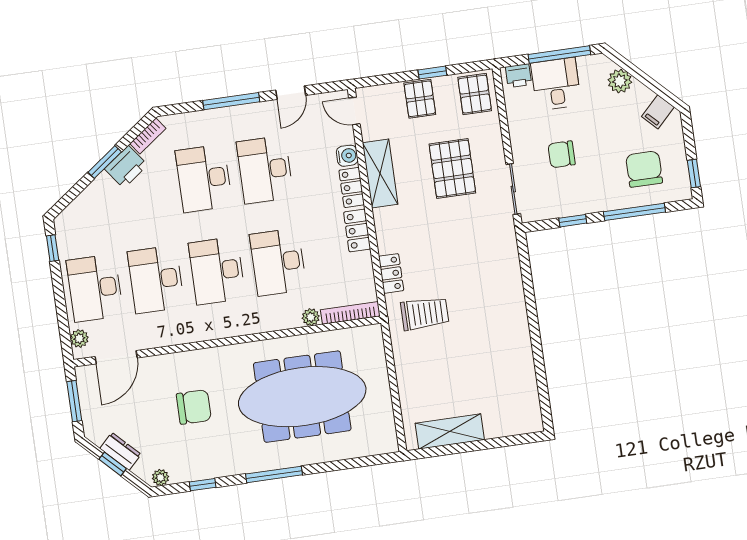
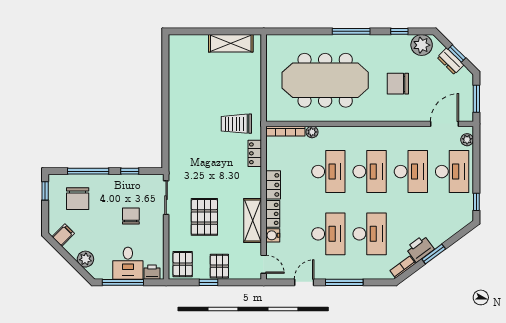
chair: (562, 154) -> (131, 216), turned -90
plant: (160, 478) -> (422, 45), width x1.87, depth x1.87

